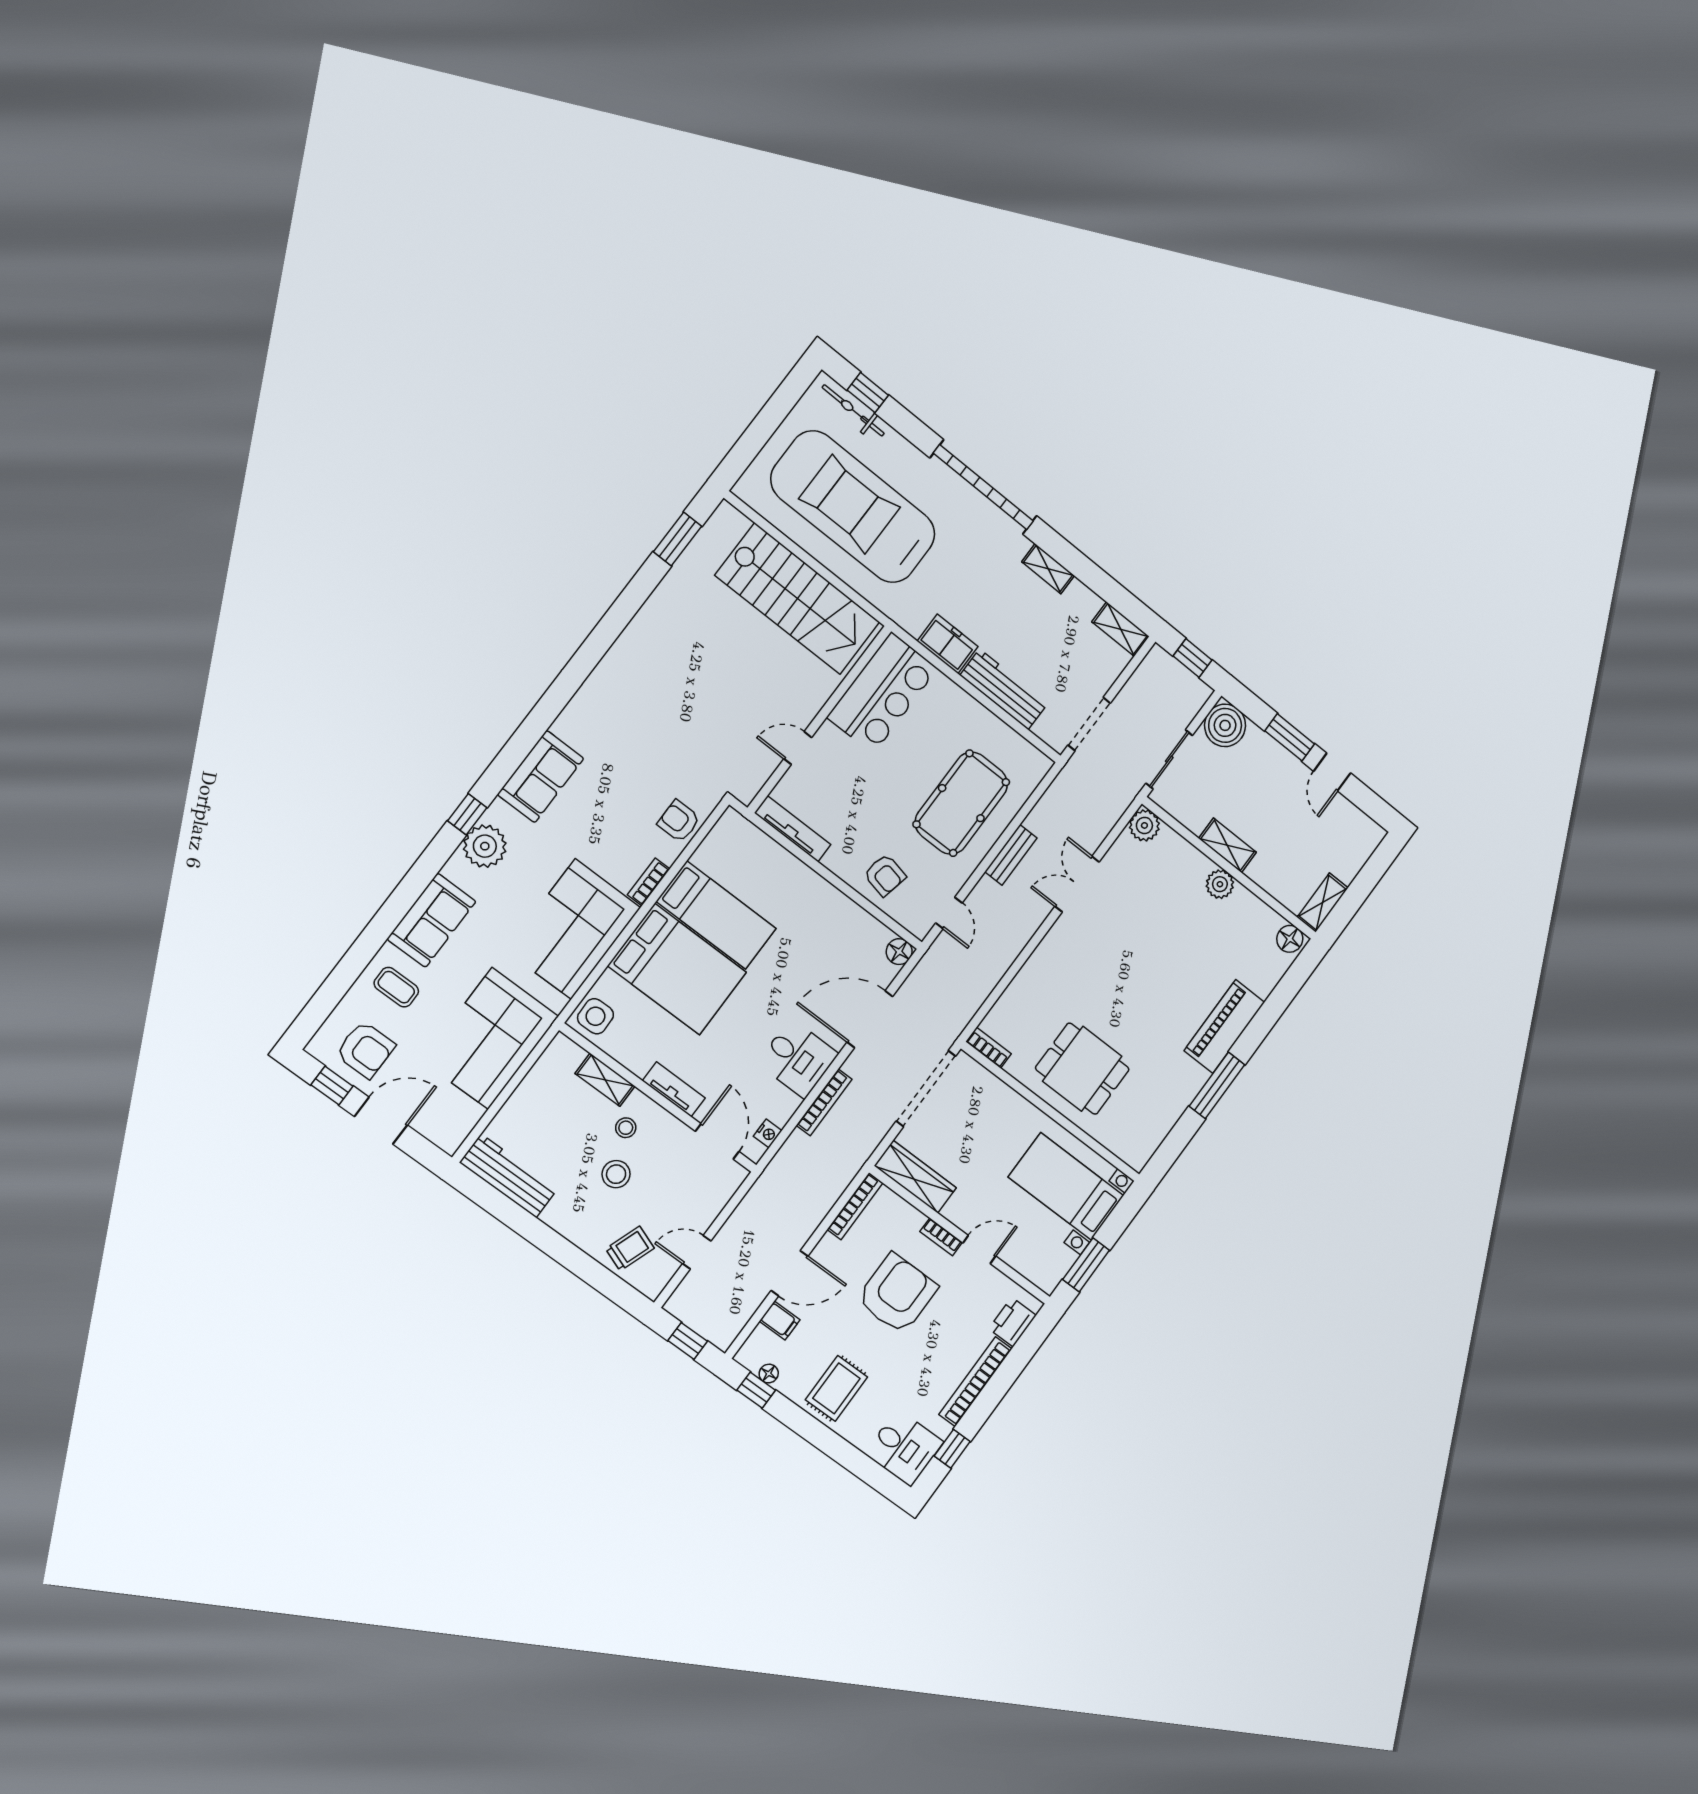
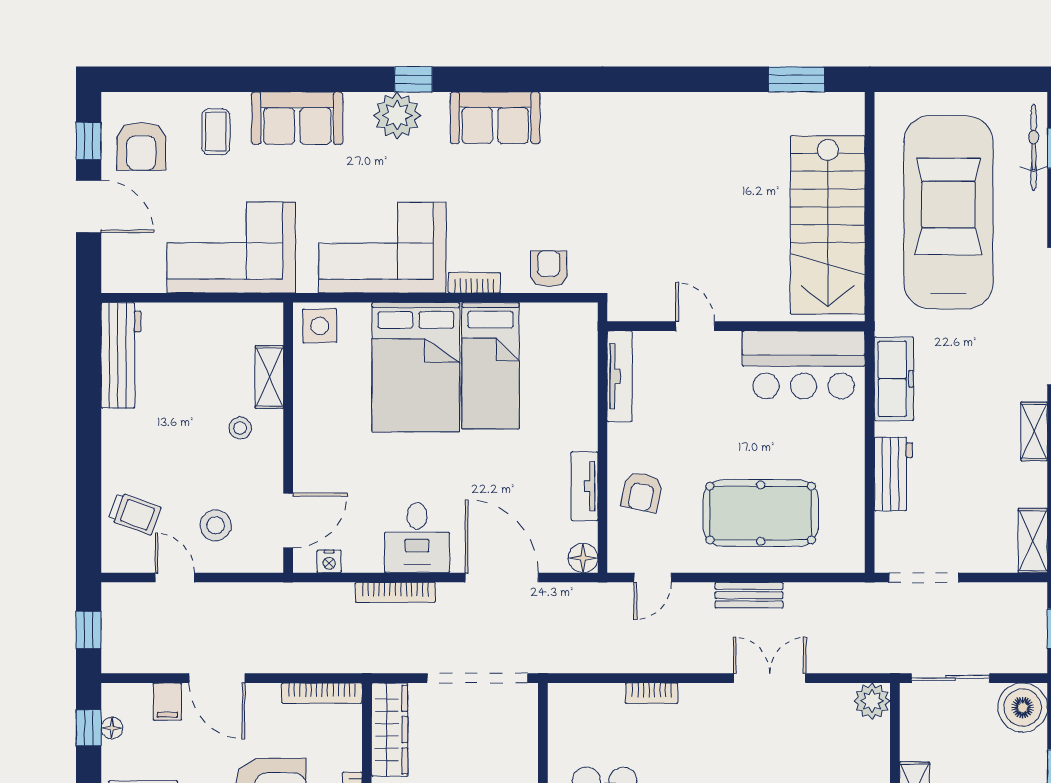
freezer: (948, 644) -> (894, 379), width x1.40
workbench: (1004, 689) -> (893, 474), width x0.73
bookcase: (989, 1048) -> (652, 693), moved, turned 90
tv unit: (674, 1089) -> (585, 486), moved, turned 180
stool: (616, 1174) -> (216, 525), moved

